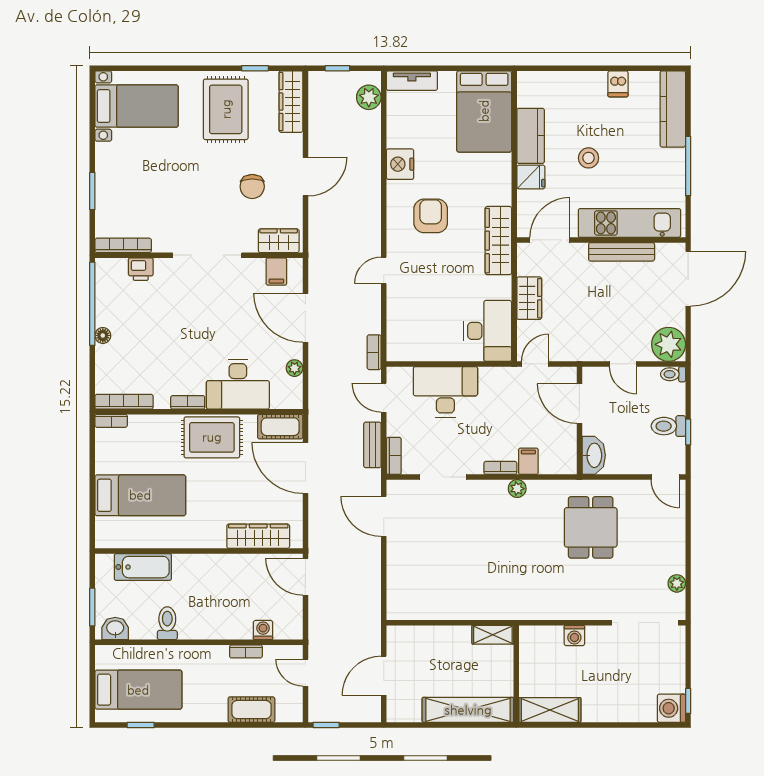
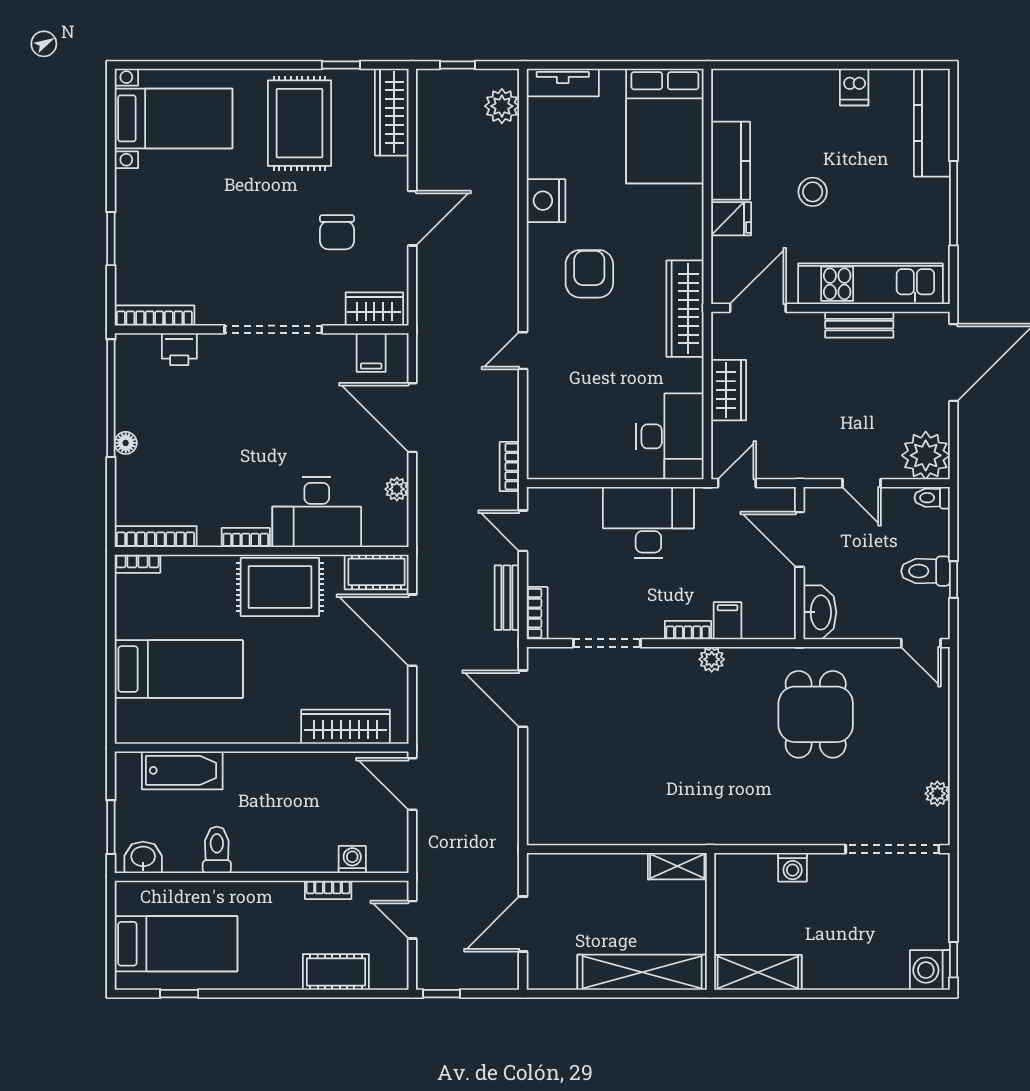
bench: (622, 252) -> (859, 325), width x0.73
desk: (445, 392) -> (648, 523), moved

